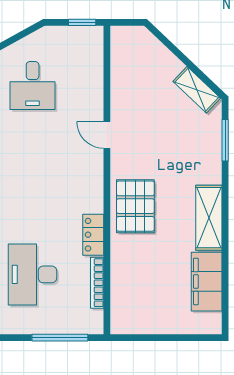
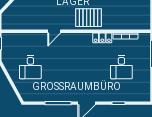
desk: (33, 86) -> (30, 67), turned 90
desk: (33, 274) -> (121, 67), width x0.73

